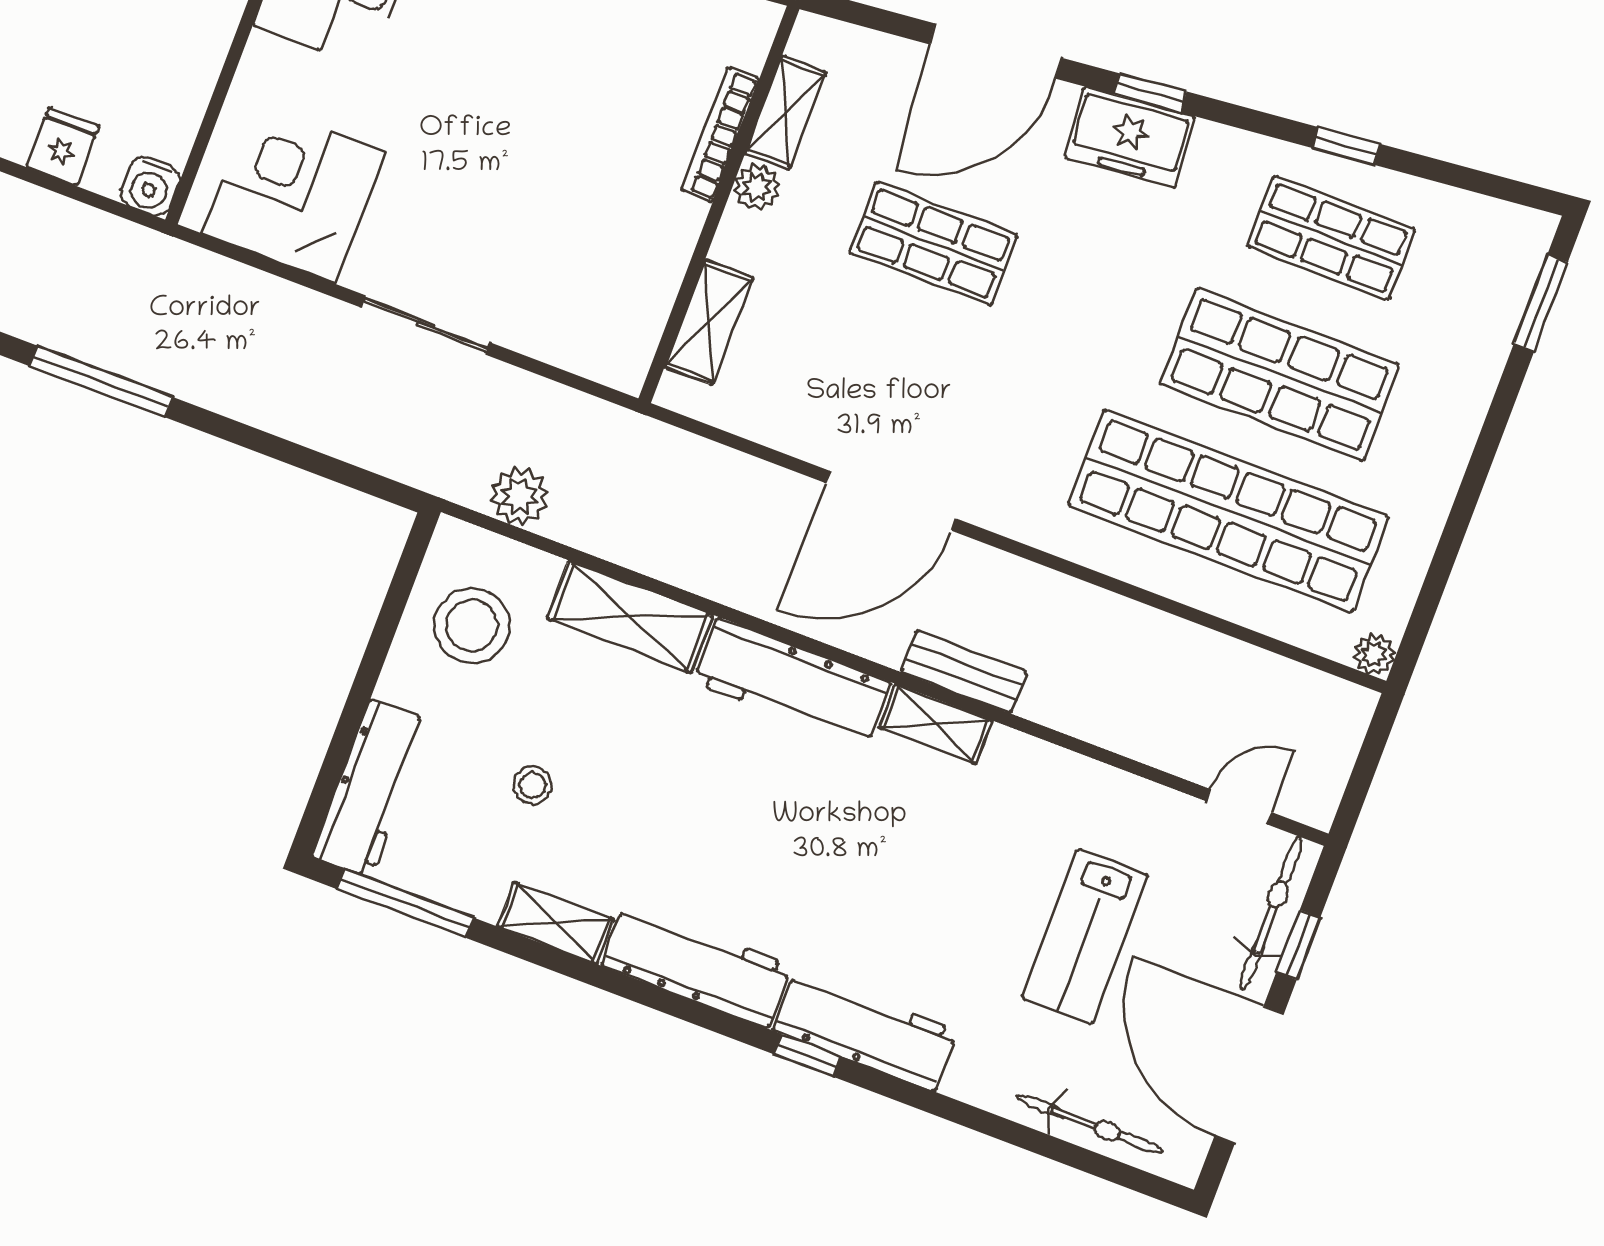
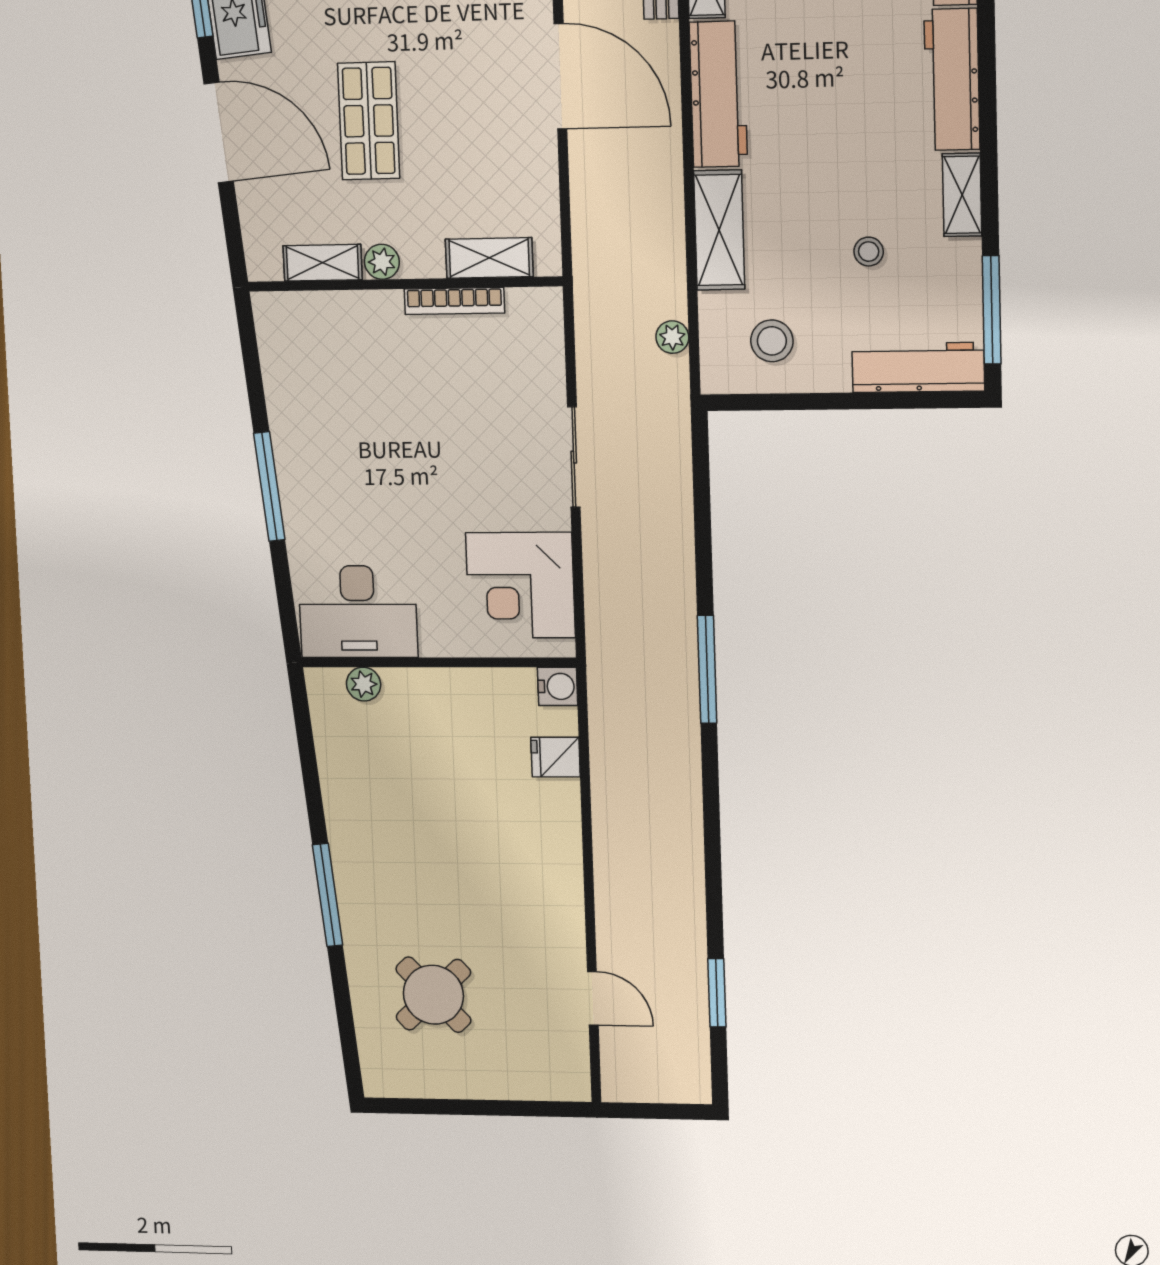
bookcase: (720, 134) -> (454, 301), moved
plant: (519, 496) -> (672, 337), width x0.73, depth x0.73
stool: (472, 626) -> (772, 341), width x0.73, depth x0.73

